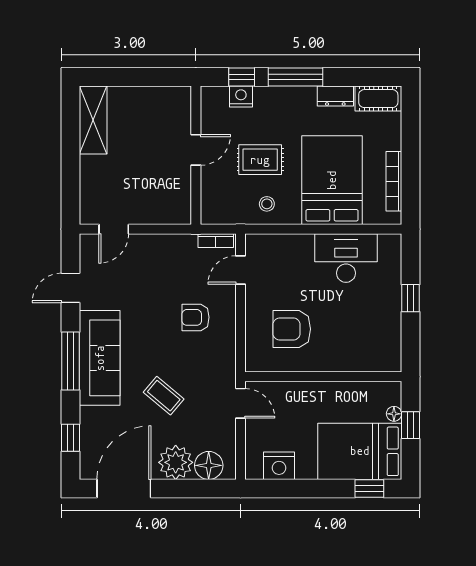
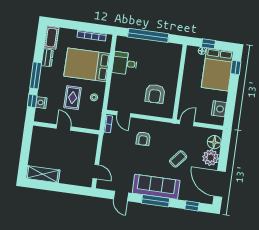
desk: (346, 258) -> (125, 63), width x0.73
window: (410, 298) -> (148, 35), width x3.17

